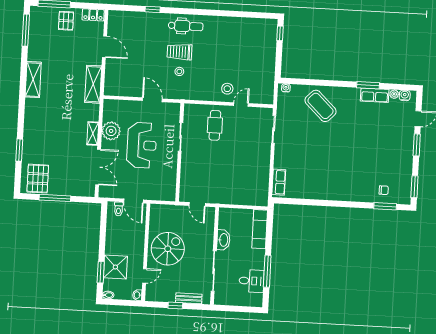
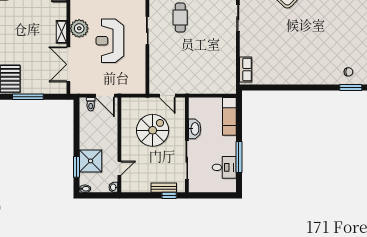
reception desk: (142, 145) -> (110, 41), turned 180
double door: (98, 167) -> (68, 64), swing flipped
spiral stairs: (168, 249) -> (153, 130), moved
window: (175, 305) -> (169, 195), moved

